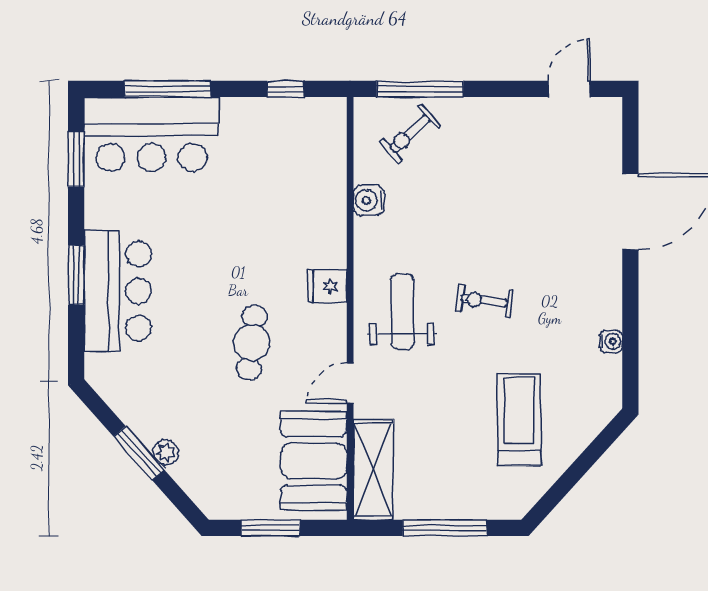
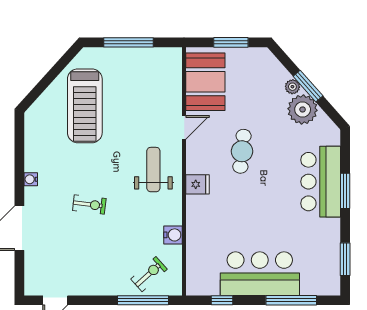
bar counter: (151, 134) -> (260, 274), moved
exercise bike: (484, 301) -> (89, 204), moved
weight bench: (402, 311) -> (153, 170), turned 180
water cooler: (611, 342) -> (31, 179), moved
plant: (149, 414) -> (303, 109), added
treadmill: (519, 420) -> (85, 106), width x1.37, depth x1.38
shelving: (373, 470) -> (170, 76), removed

